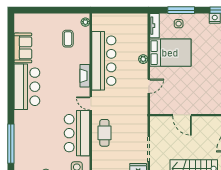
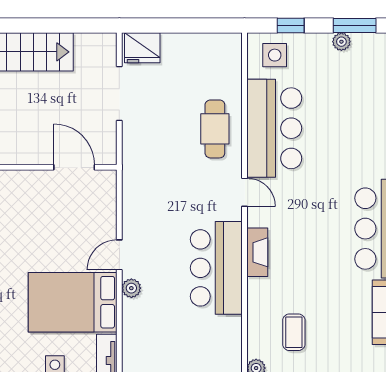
bar counter: (104, 61) -> (216, 268), width x0.73
door: (149, 86) -> (119, 255), moved
door: (182, 115) -> (74, 167), moved

